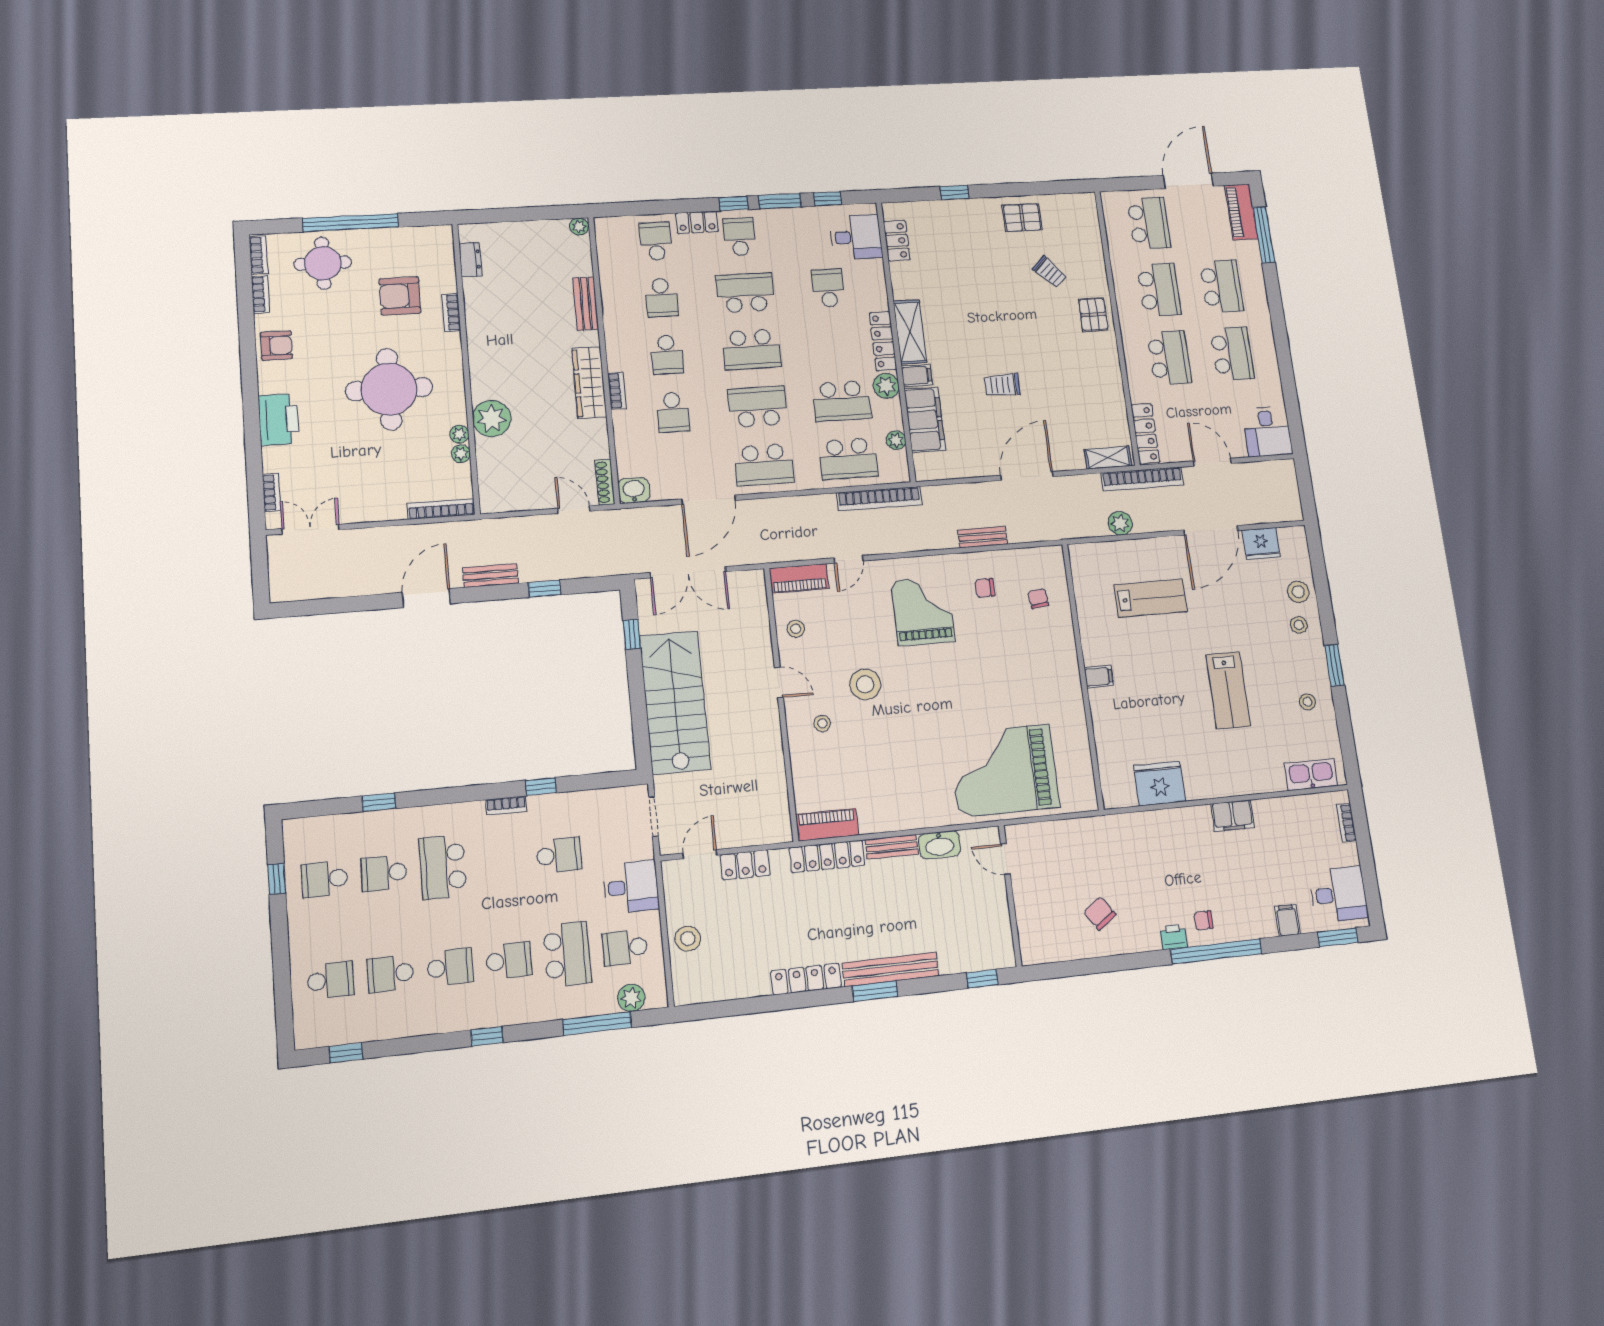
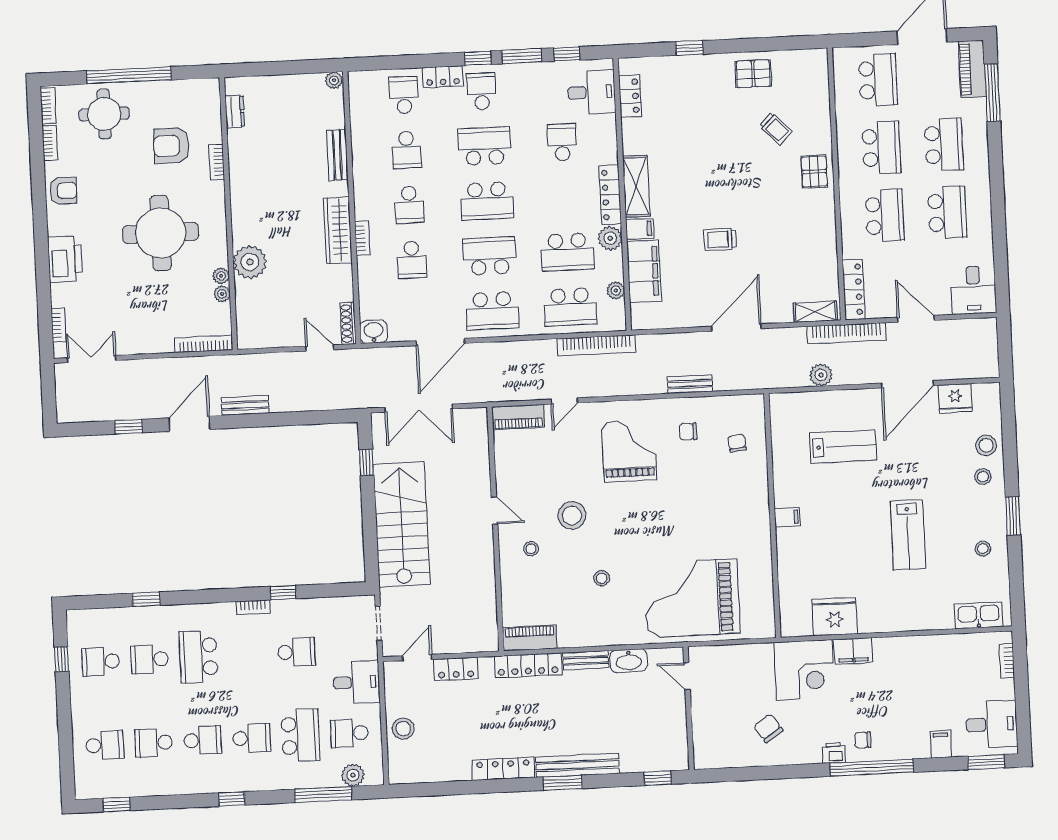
window: (545, 589) -> (129, 427), moved
stool: (796, 629) -> (602, 578), moved
filing cabinet: (1233, 816) -> (853, 651), moved
corner desk: (1133, 845) -> (804, 670), added

